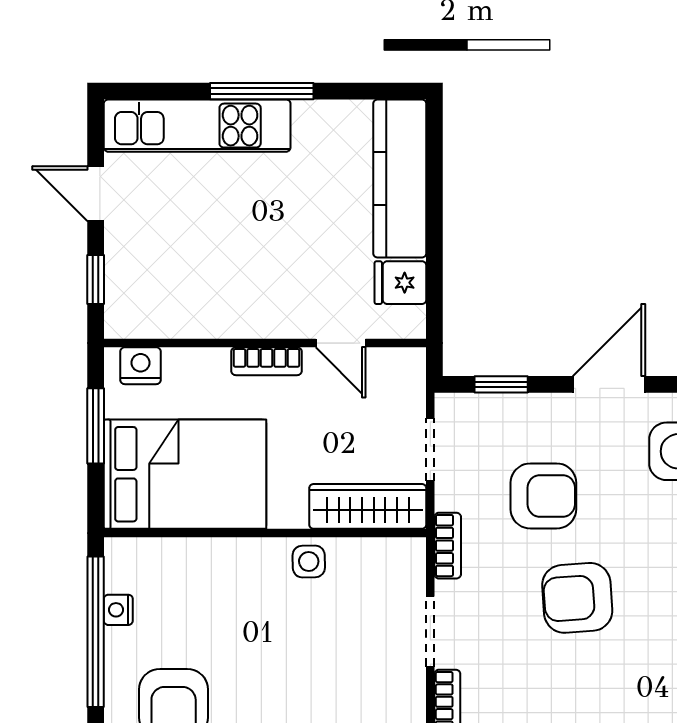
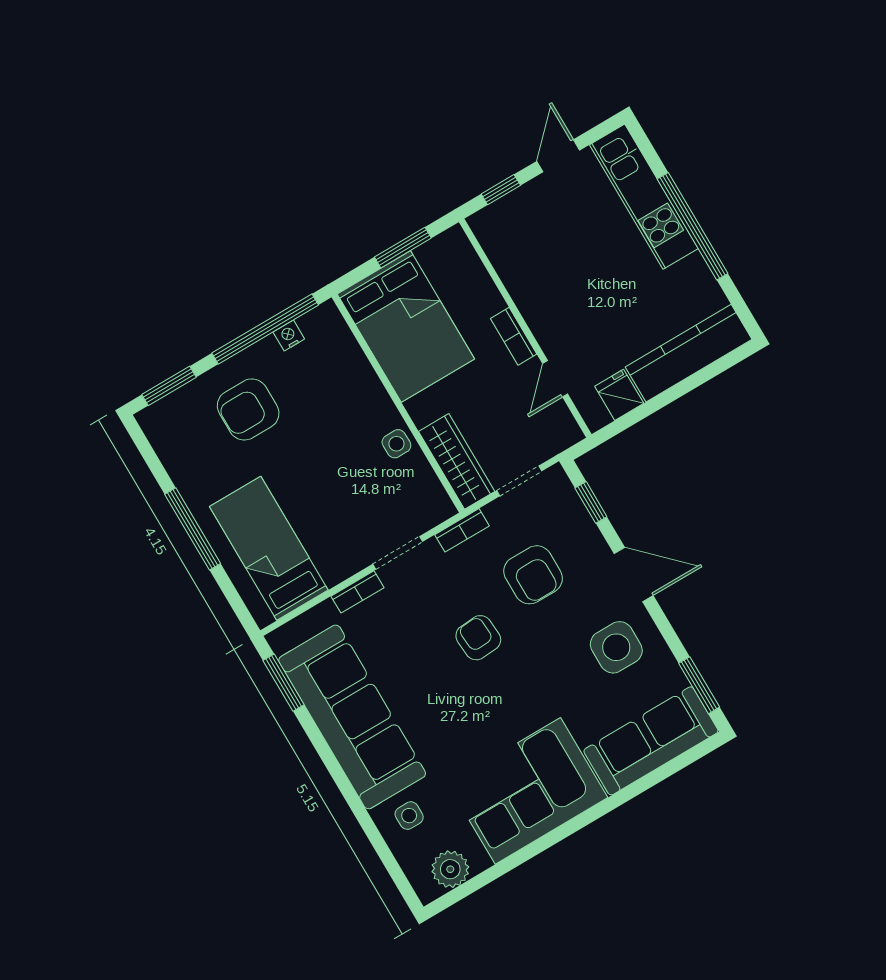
window: (262, 91) -> (693, 226), width x1.46
nightstand: (141, 366) -> (461, 254), removed
armchair: (577, 598) -> (478, 638), width x0.72, depth x0.72

